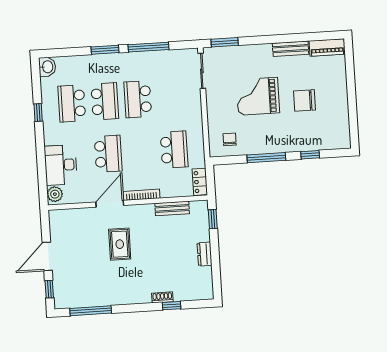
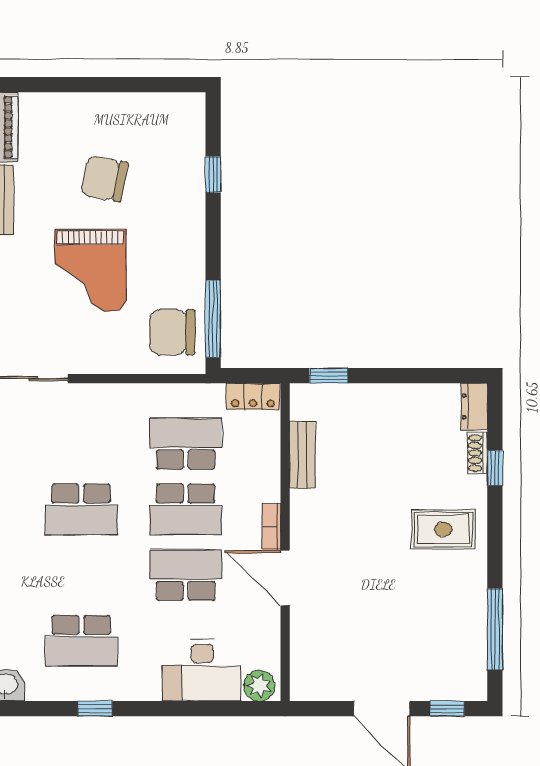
chair: (304, 100) -> (104, 179), turned 101
school desk: (105, 101) -> (186, 509), moved, turned 180
chair: (230, 139) -> (172, 332), width x1.87, depth x1.87
window: (266, 158) -> (213, 319), moved
bookcase: (142, 195) -> (271, 527), width x0.64
rug: (120, 244) -> (443, 529), moved
dresser: (204, 254) -> (474, 407), moved, turned 90
shoe rack: (162, 297) -> (477, 453), moved

